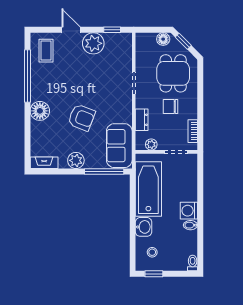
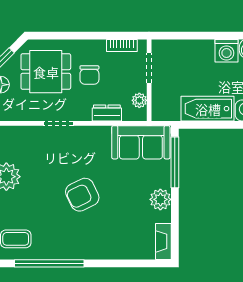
floor lamp: (40, 111) -> (95, 247), removed
armchair: (82, 117) -> (82, 195), moved, turned -137
bathtub: (148, 189) -> (208, 109), width x0.73, depth x0.73

